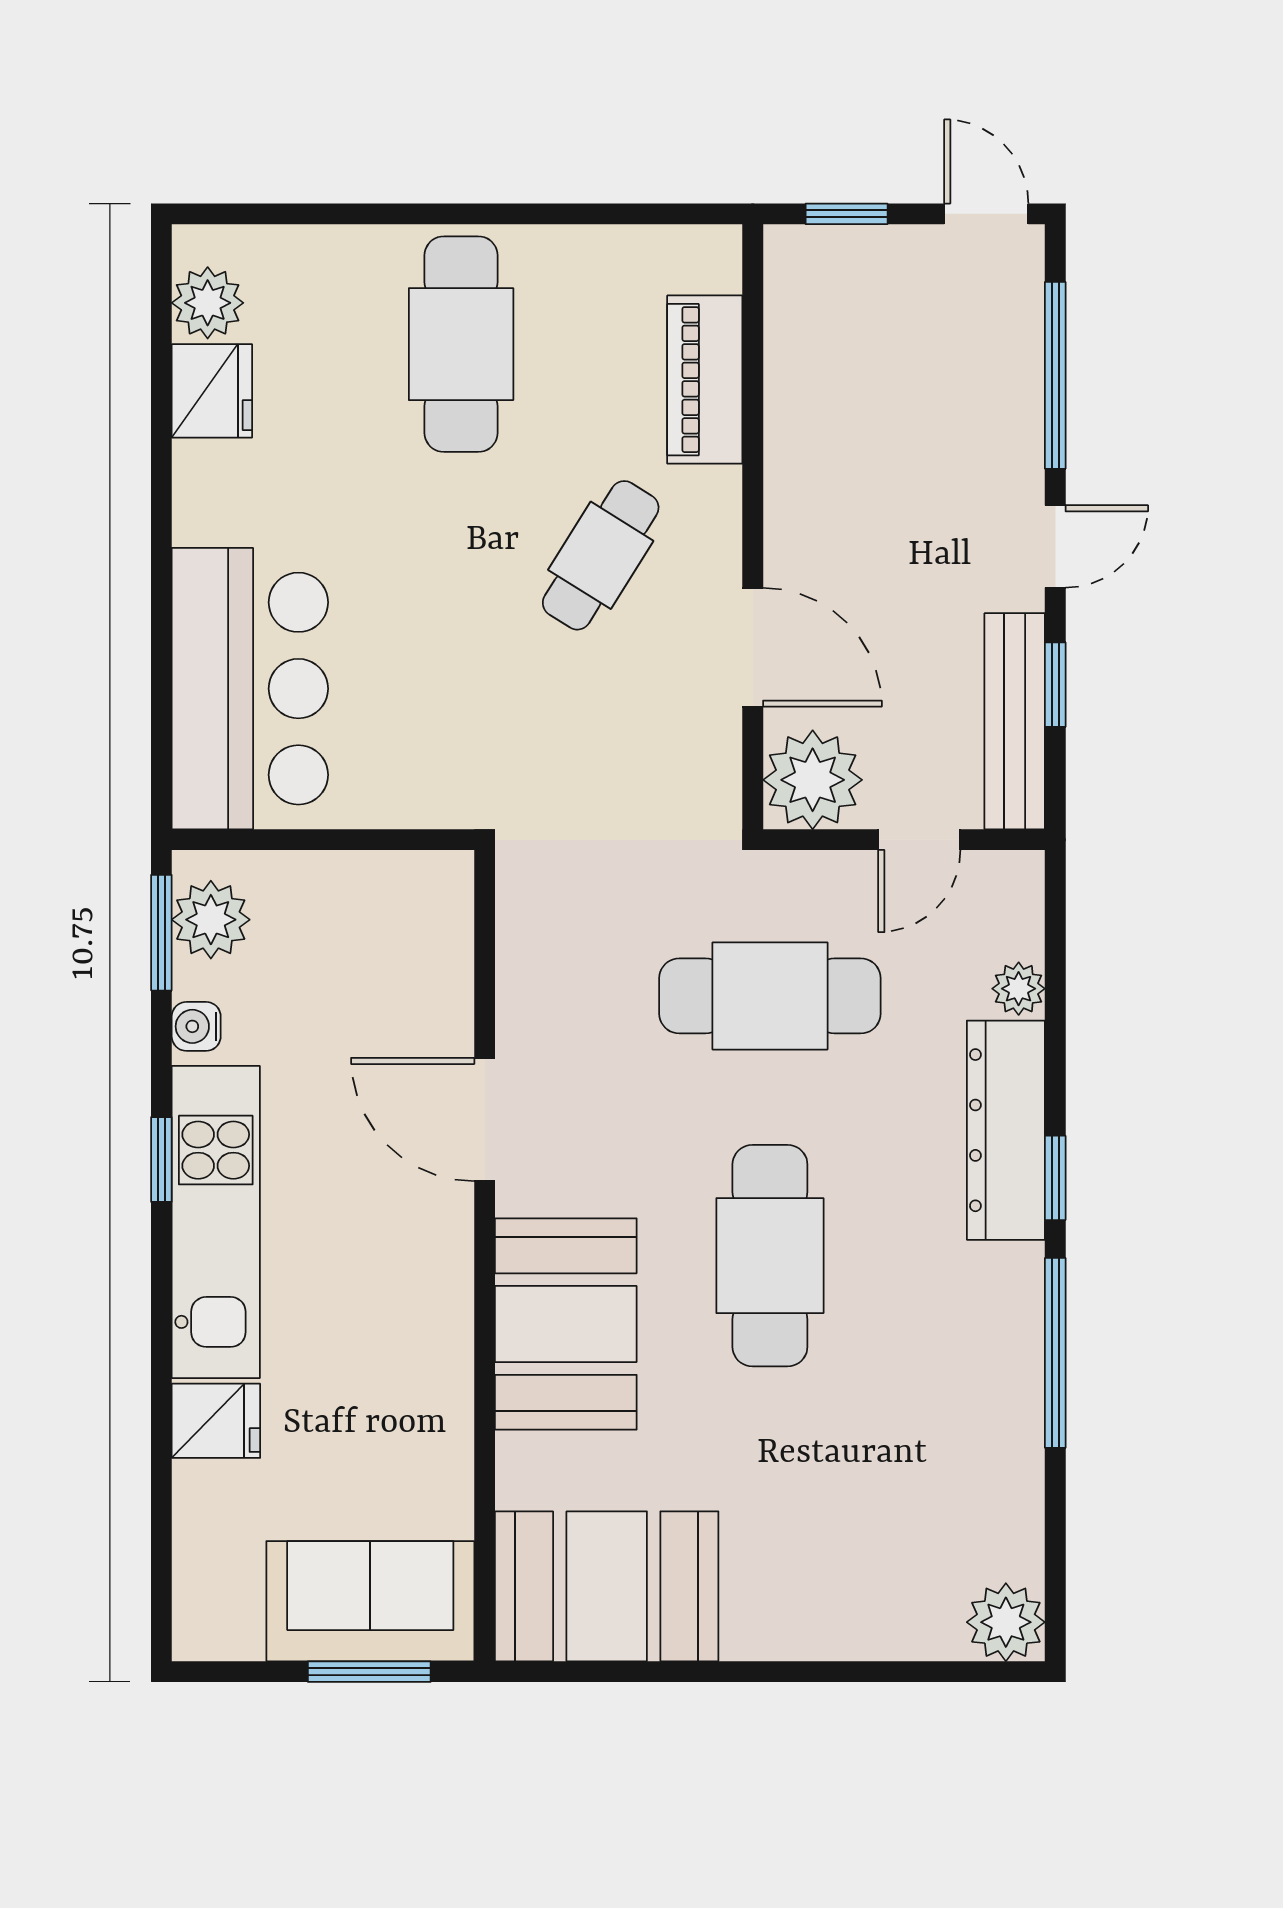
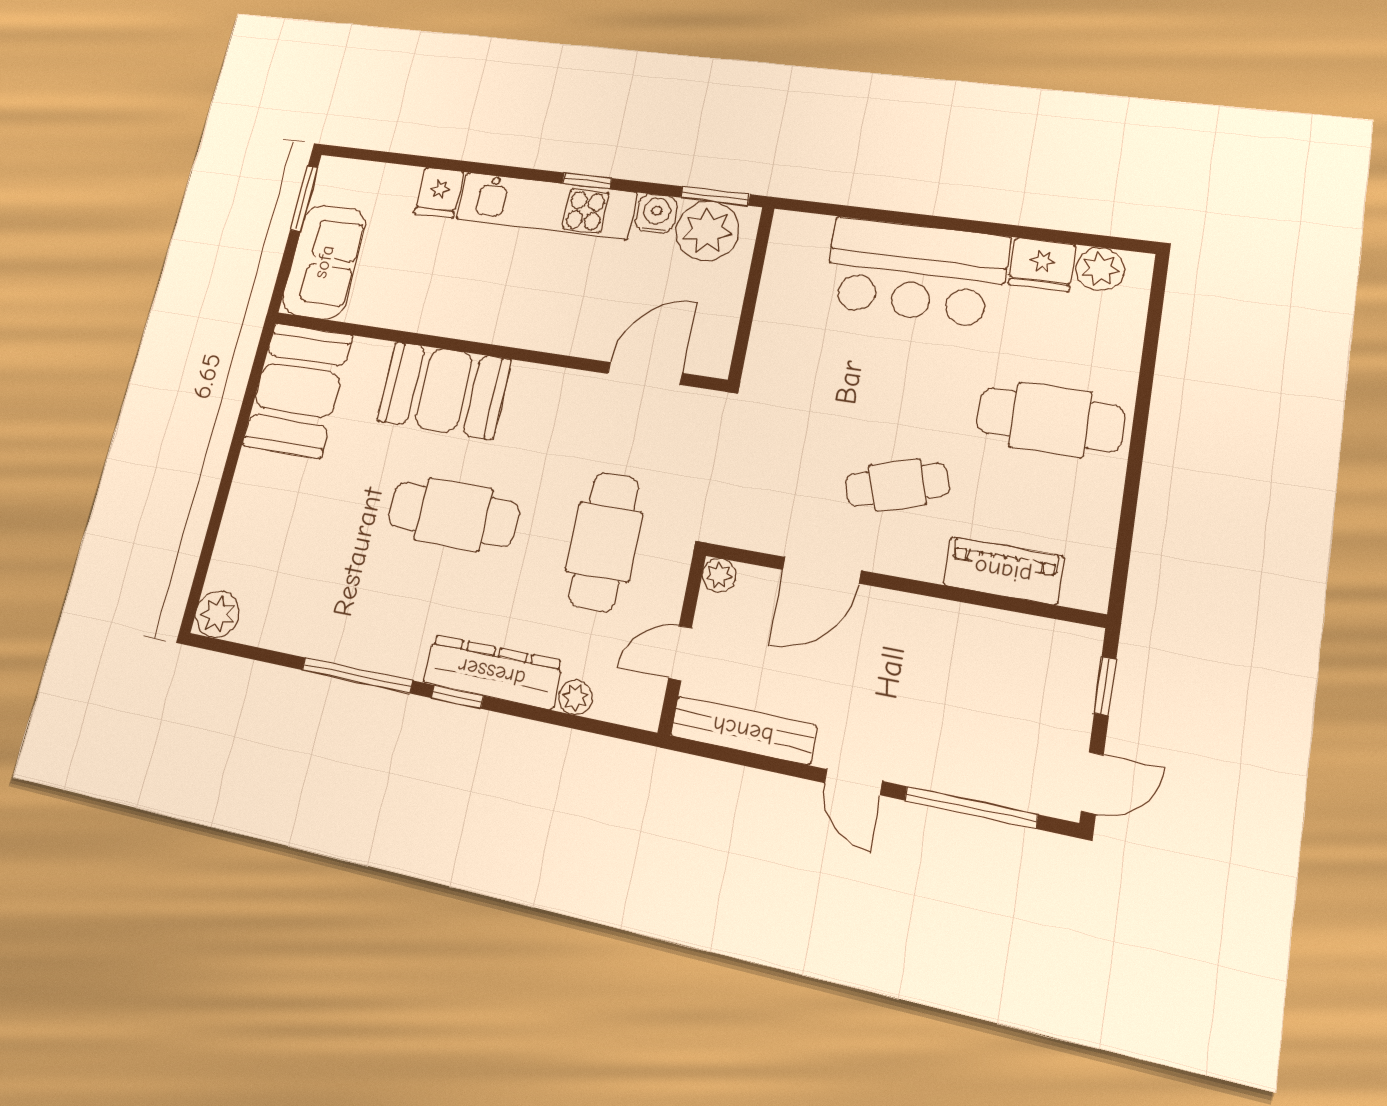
cafe table: (601, 555) -> (898, 485), turned -49
window: (1055, 685) -> (762, 762), removed
bar counter: (250, 689) -> (915, 271), moved
plant: (813, 780) -> (719, 575), width x0.53, depth x0.53
door: (919, 840) -> (680, 653), hinge flipped
plant: (211, 920) -> (707, 231), width x1.36, depth x1.36
water cooler: (196, 1026) -> (656, 214), width x1.38, depth x1.38
door: (485, 1119) -> (645, 373), moved
window: (369, 1672) -> (304, 199), moved

